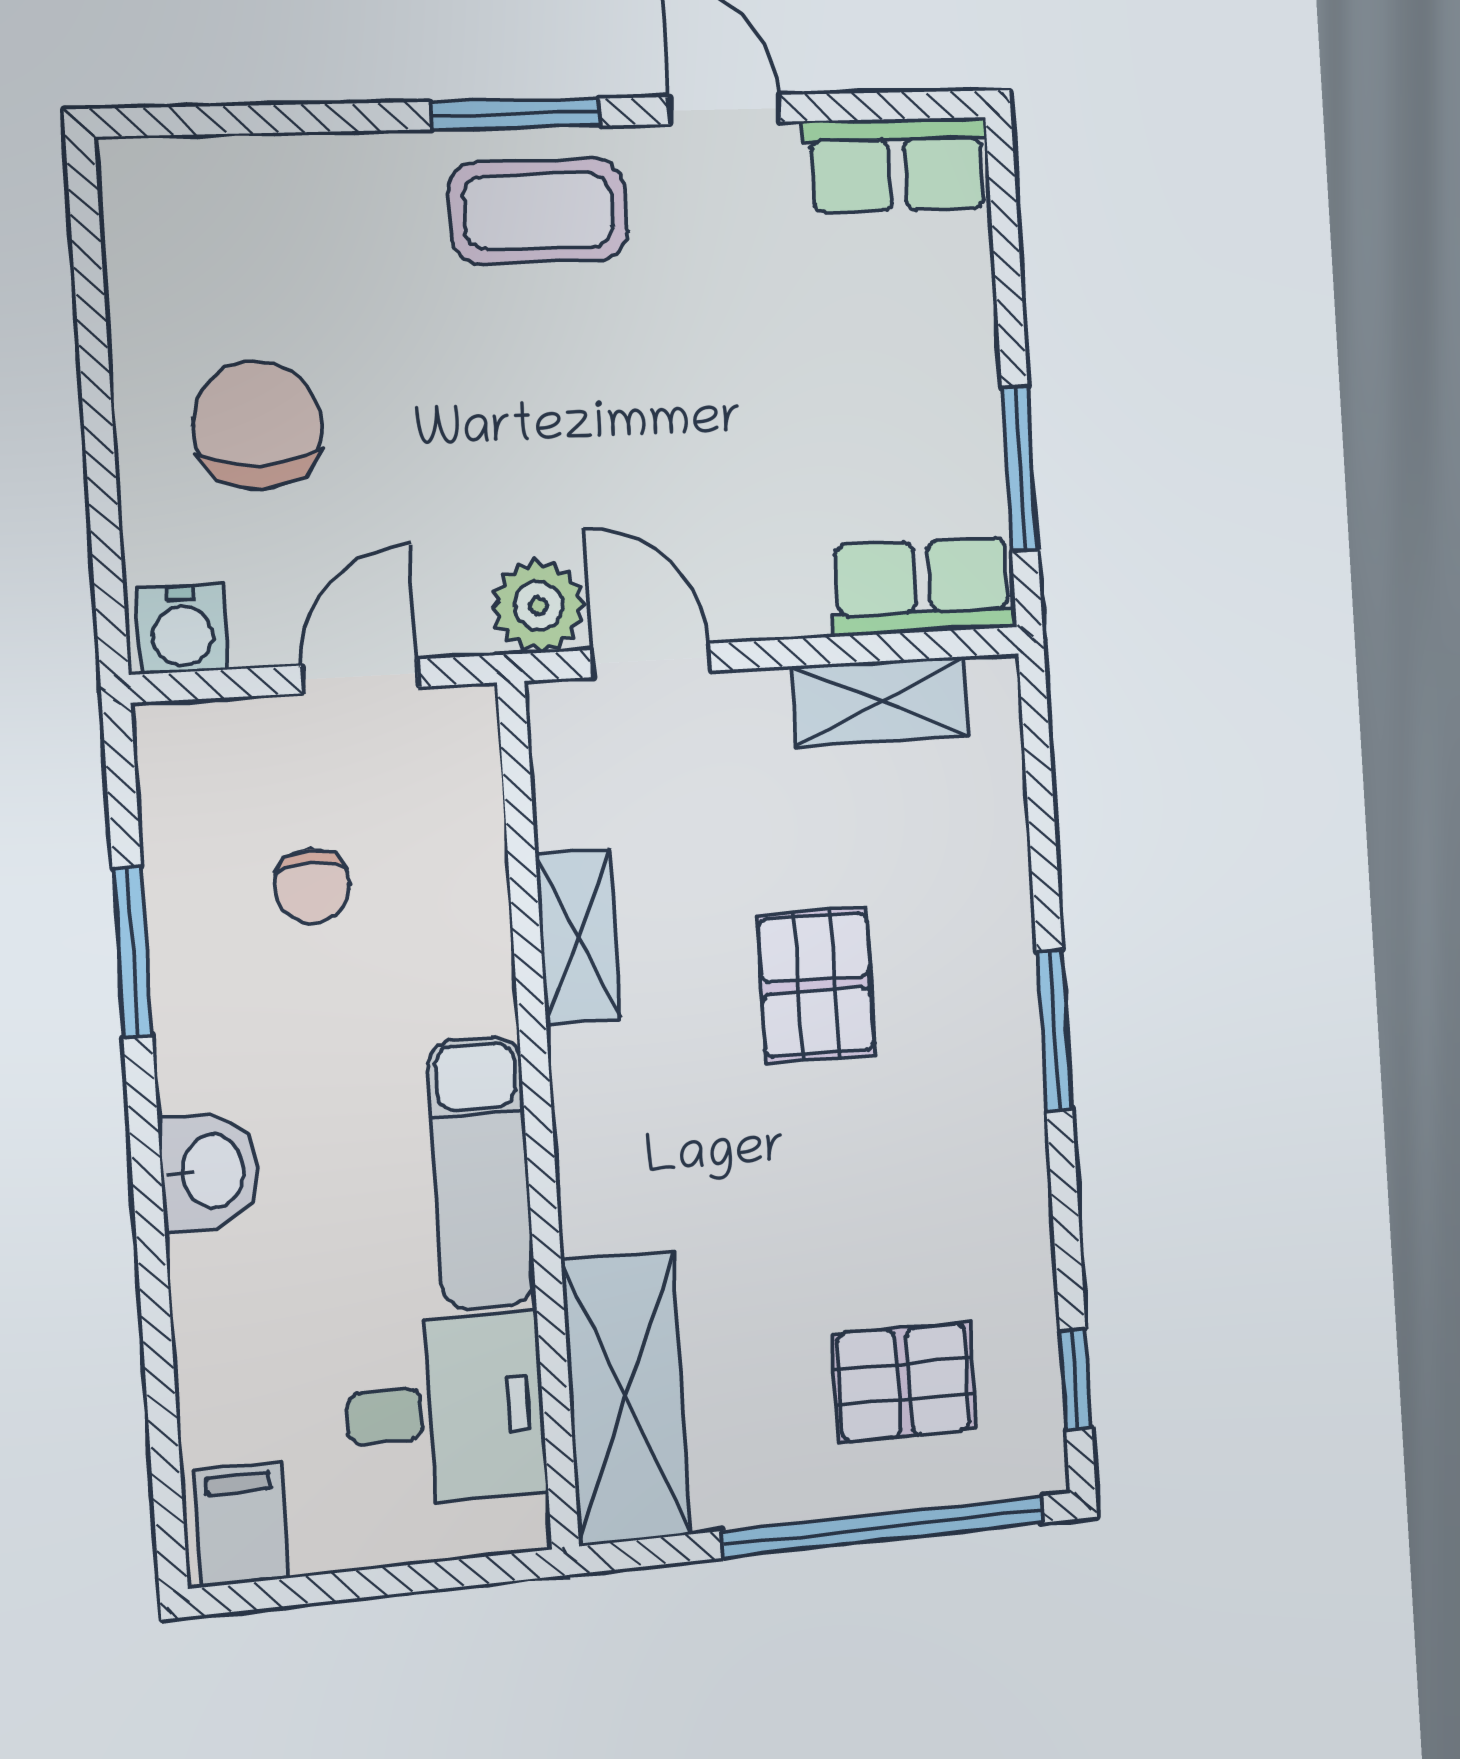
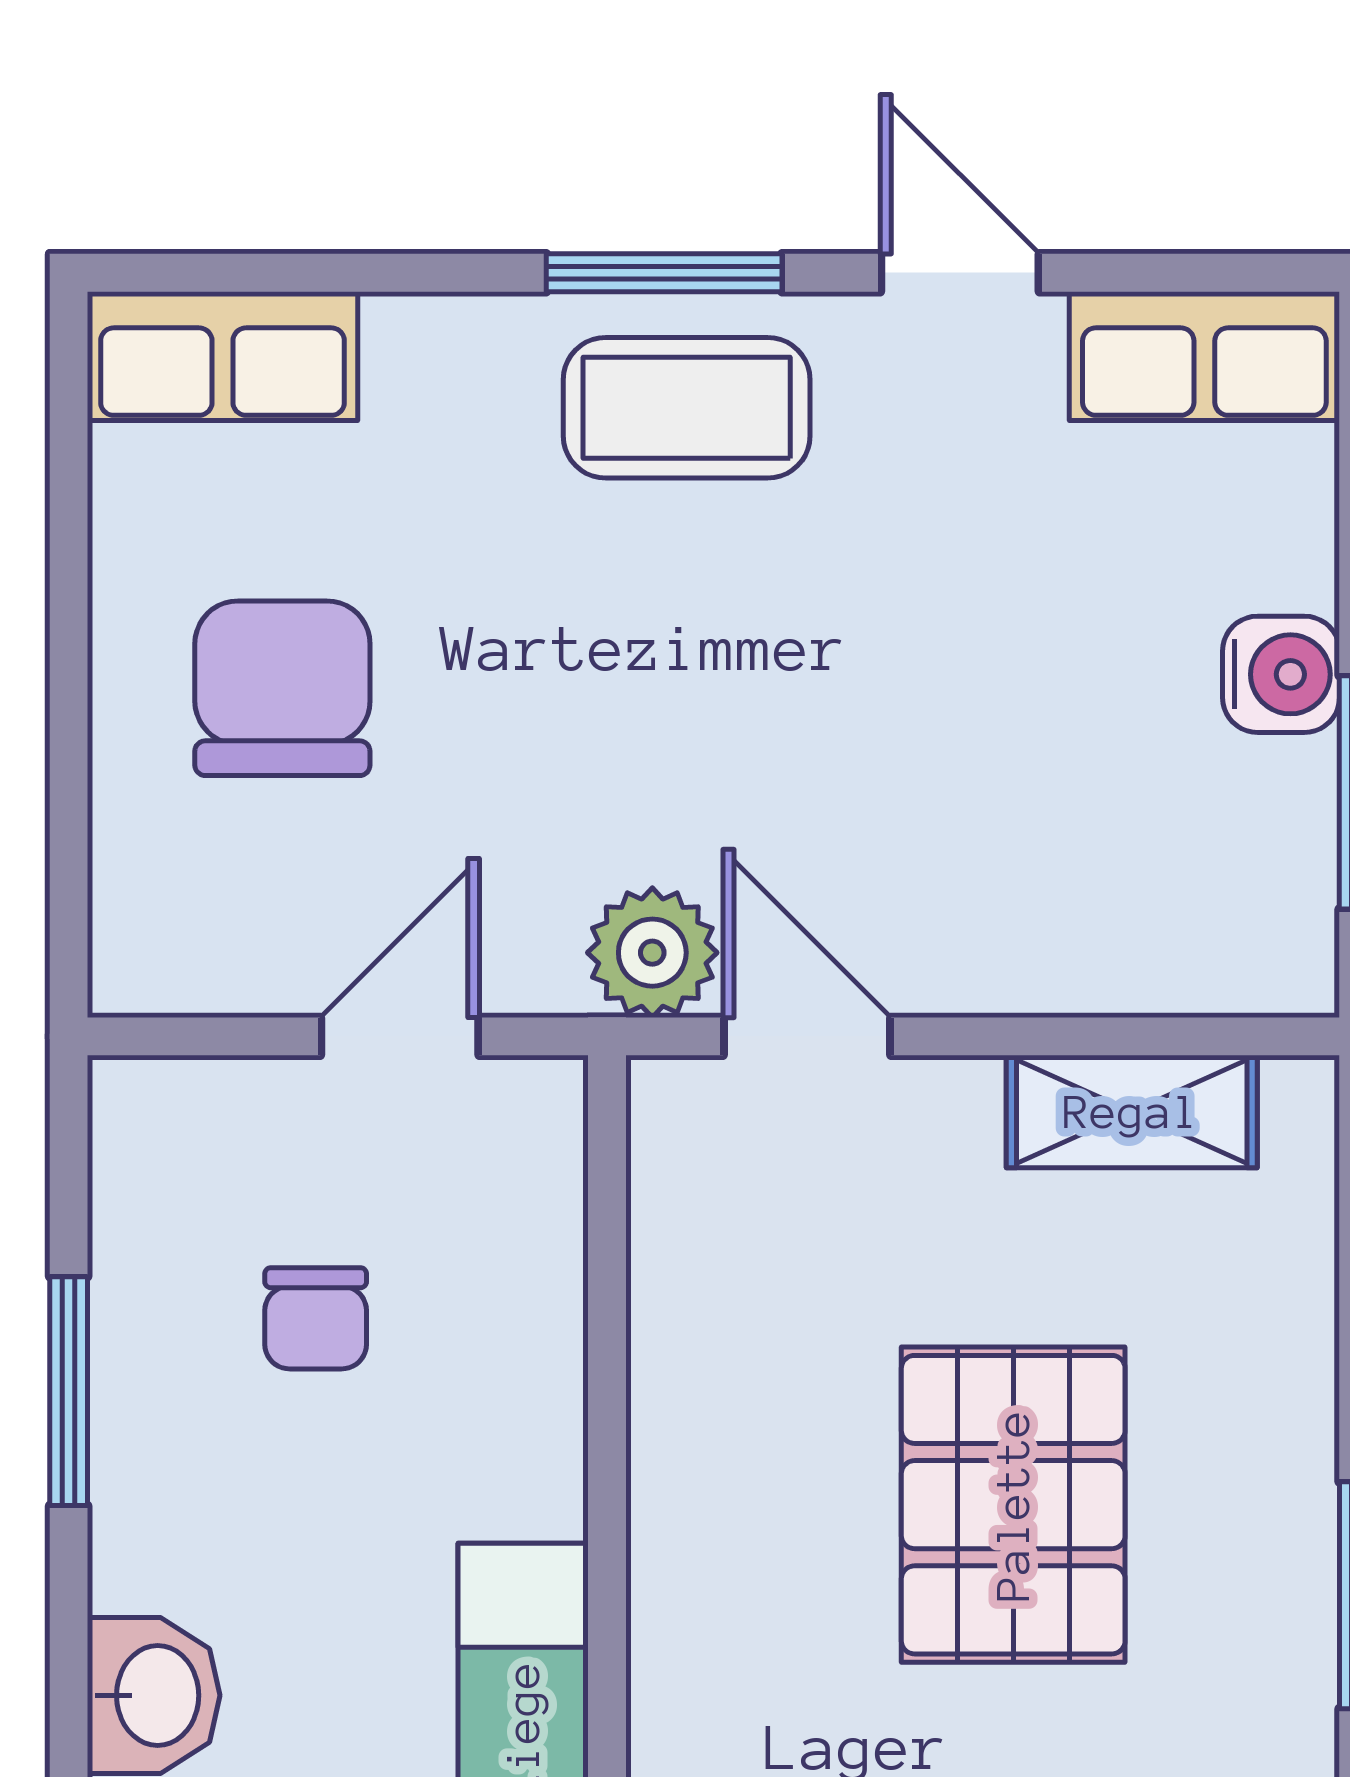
row of seats: (923, 586) -> (223, 356), moved, turned 180
water cooler: (183, 629) -> (1281, 674), moved, turned -90
shelving: (578, 937) -> (679, 1413), removed
pallet: (816, 985) -> (1013, 1505), width x1.50, depth x1.42

